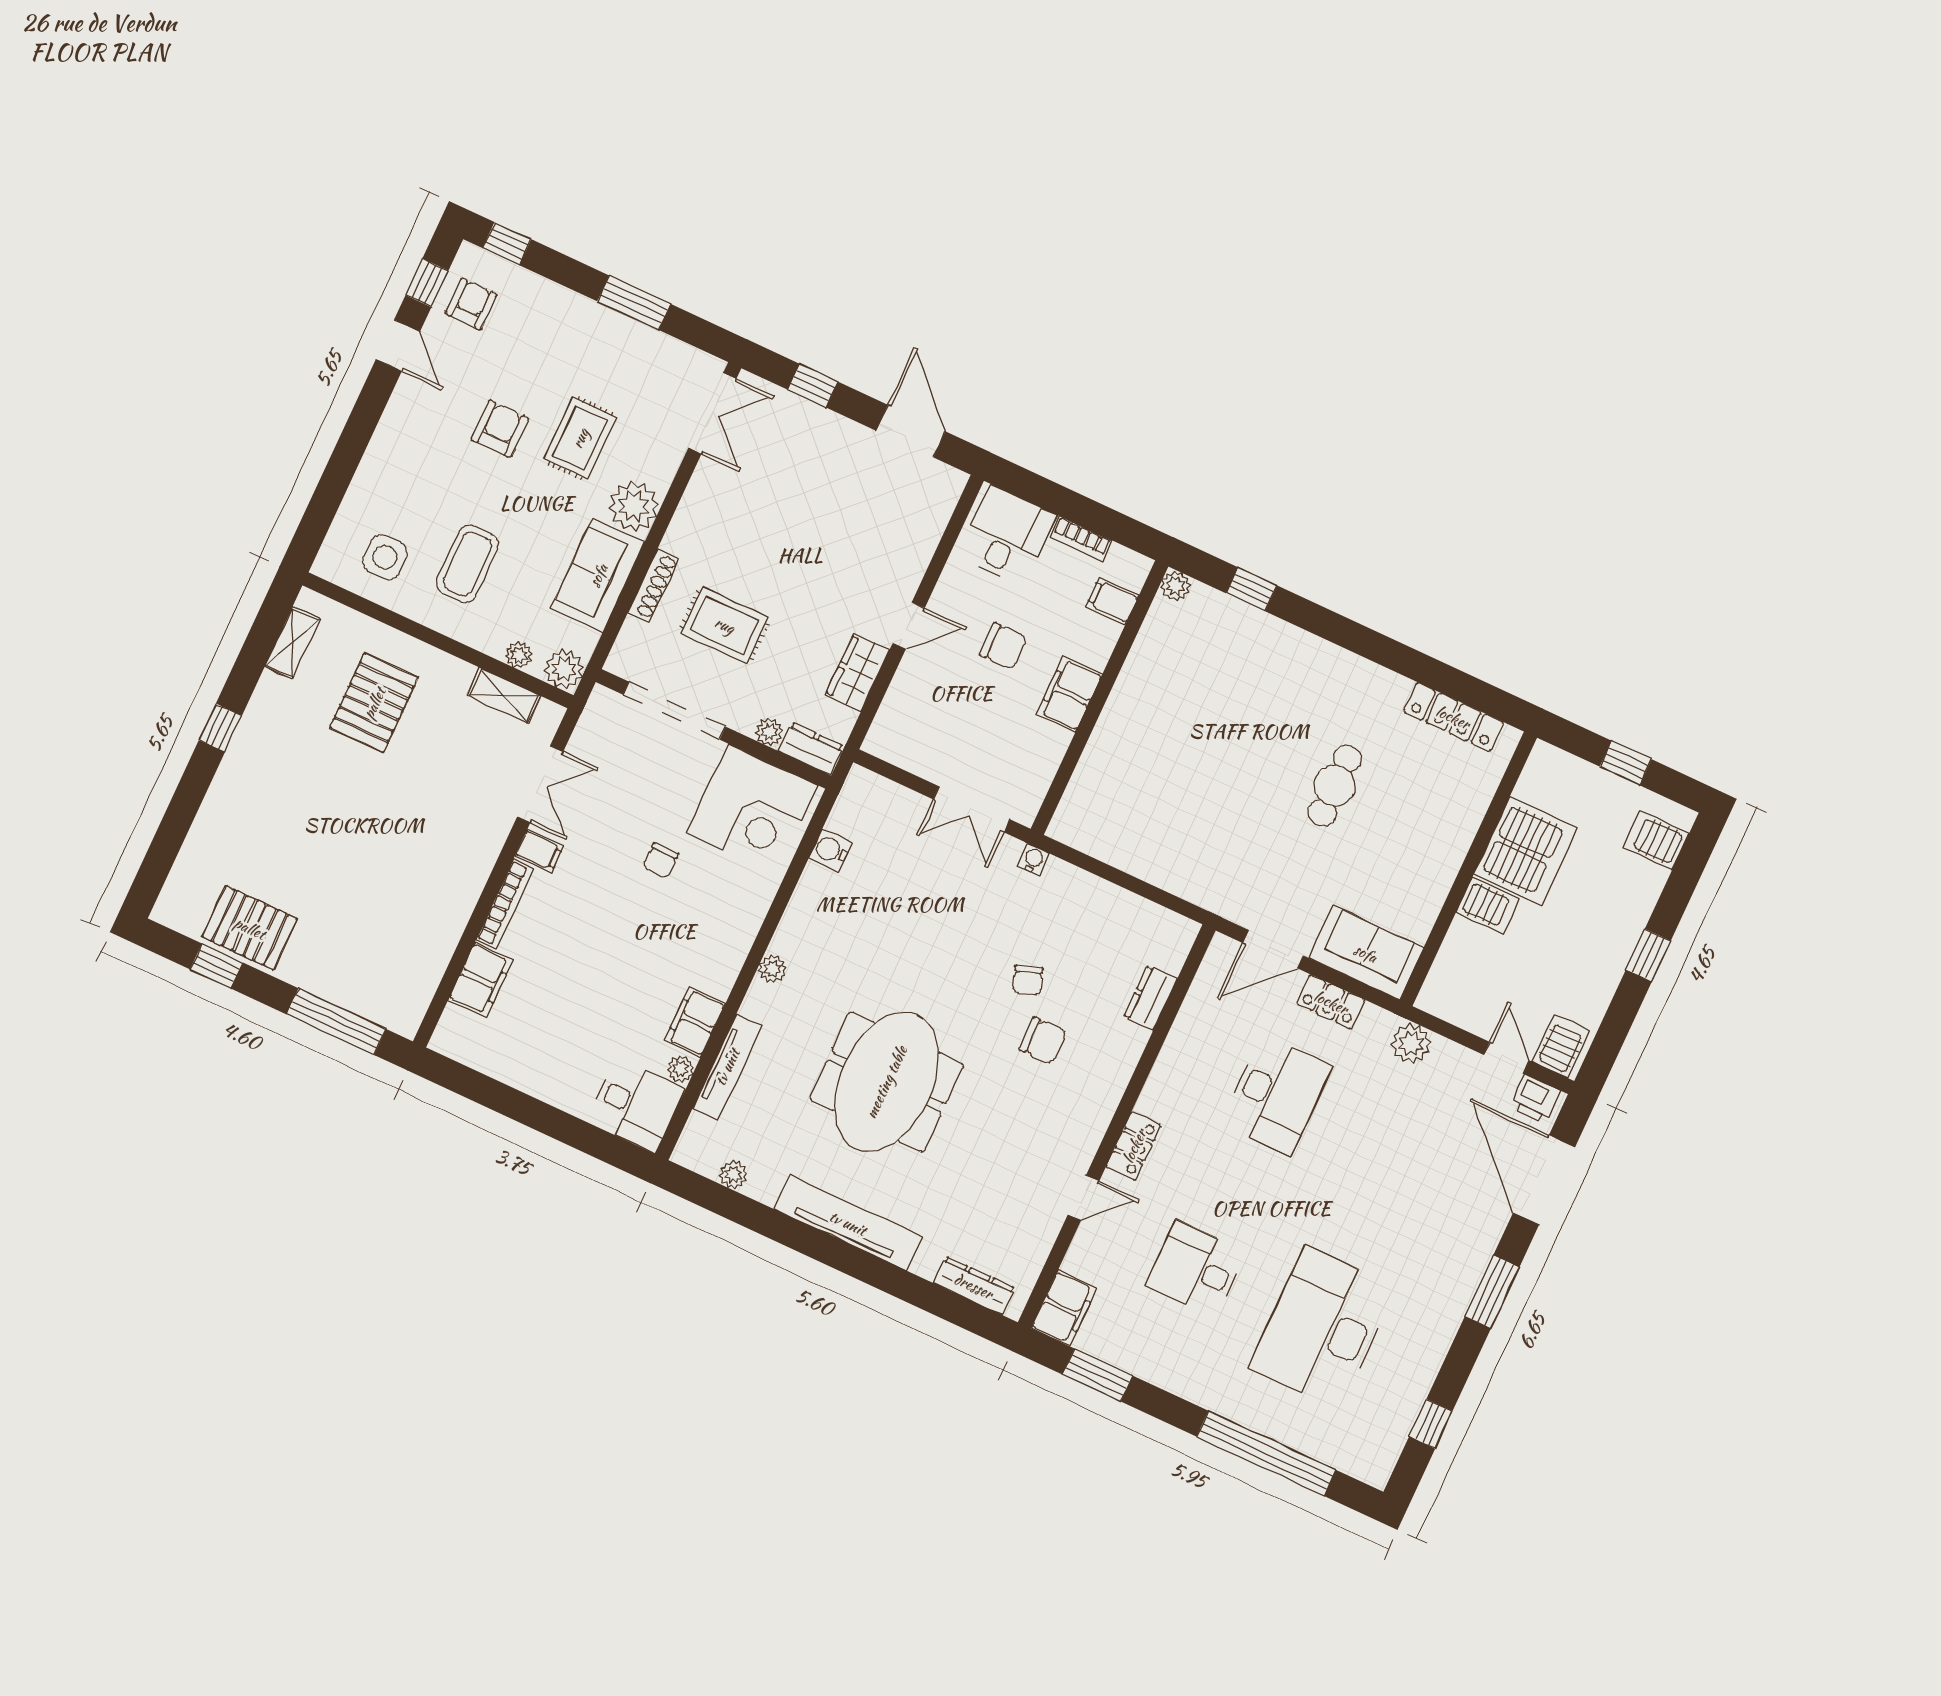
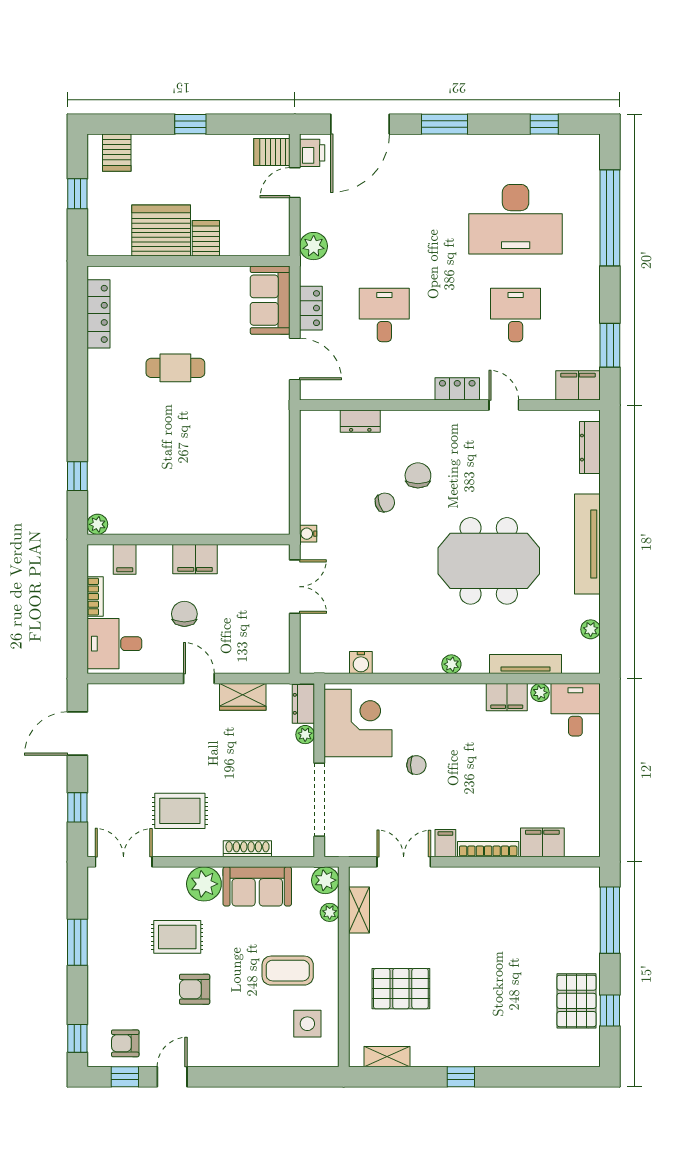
rug: (725, 625) -> (180, 811), moved, turned 90
desk: (1276, 1095) -> (384, 315), width x0.73
desk: (1196, 1269) -> (516, 315), turned 180

